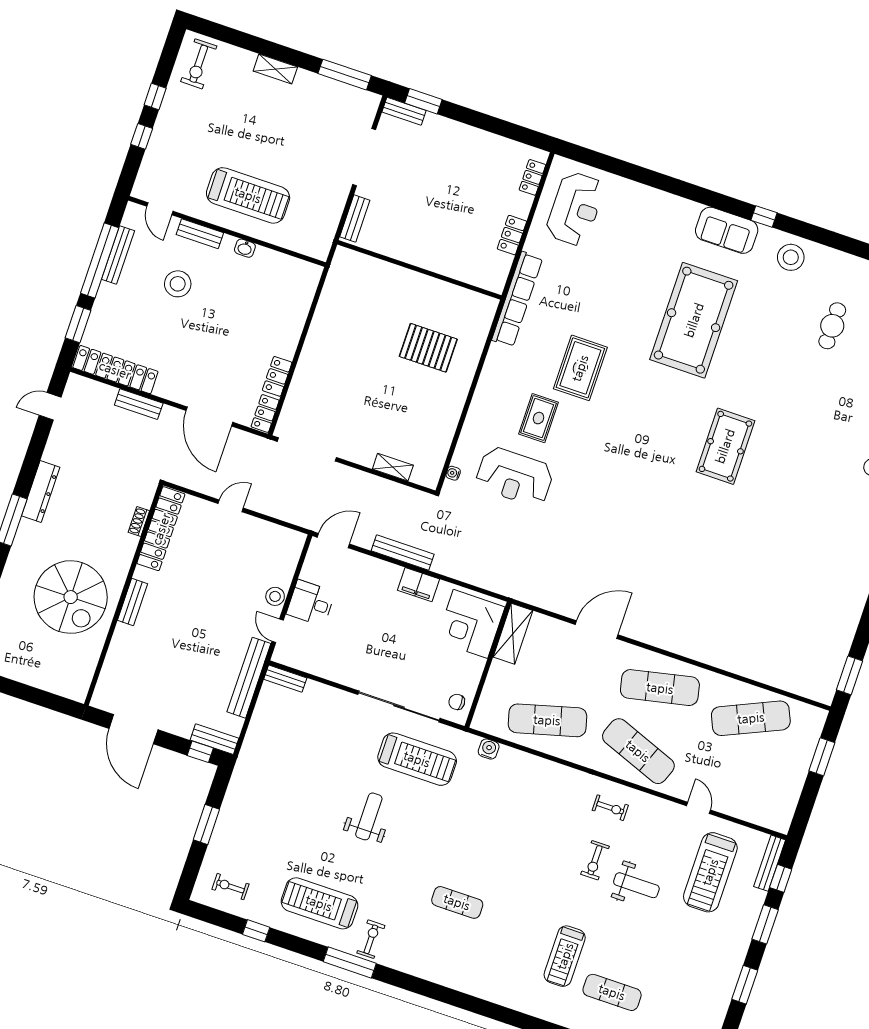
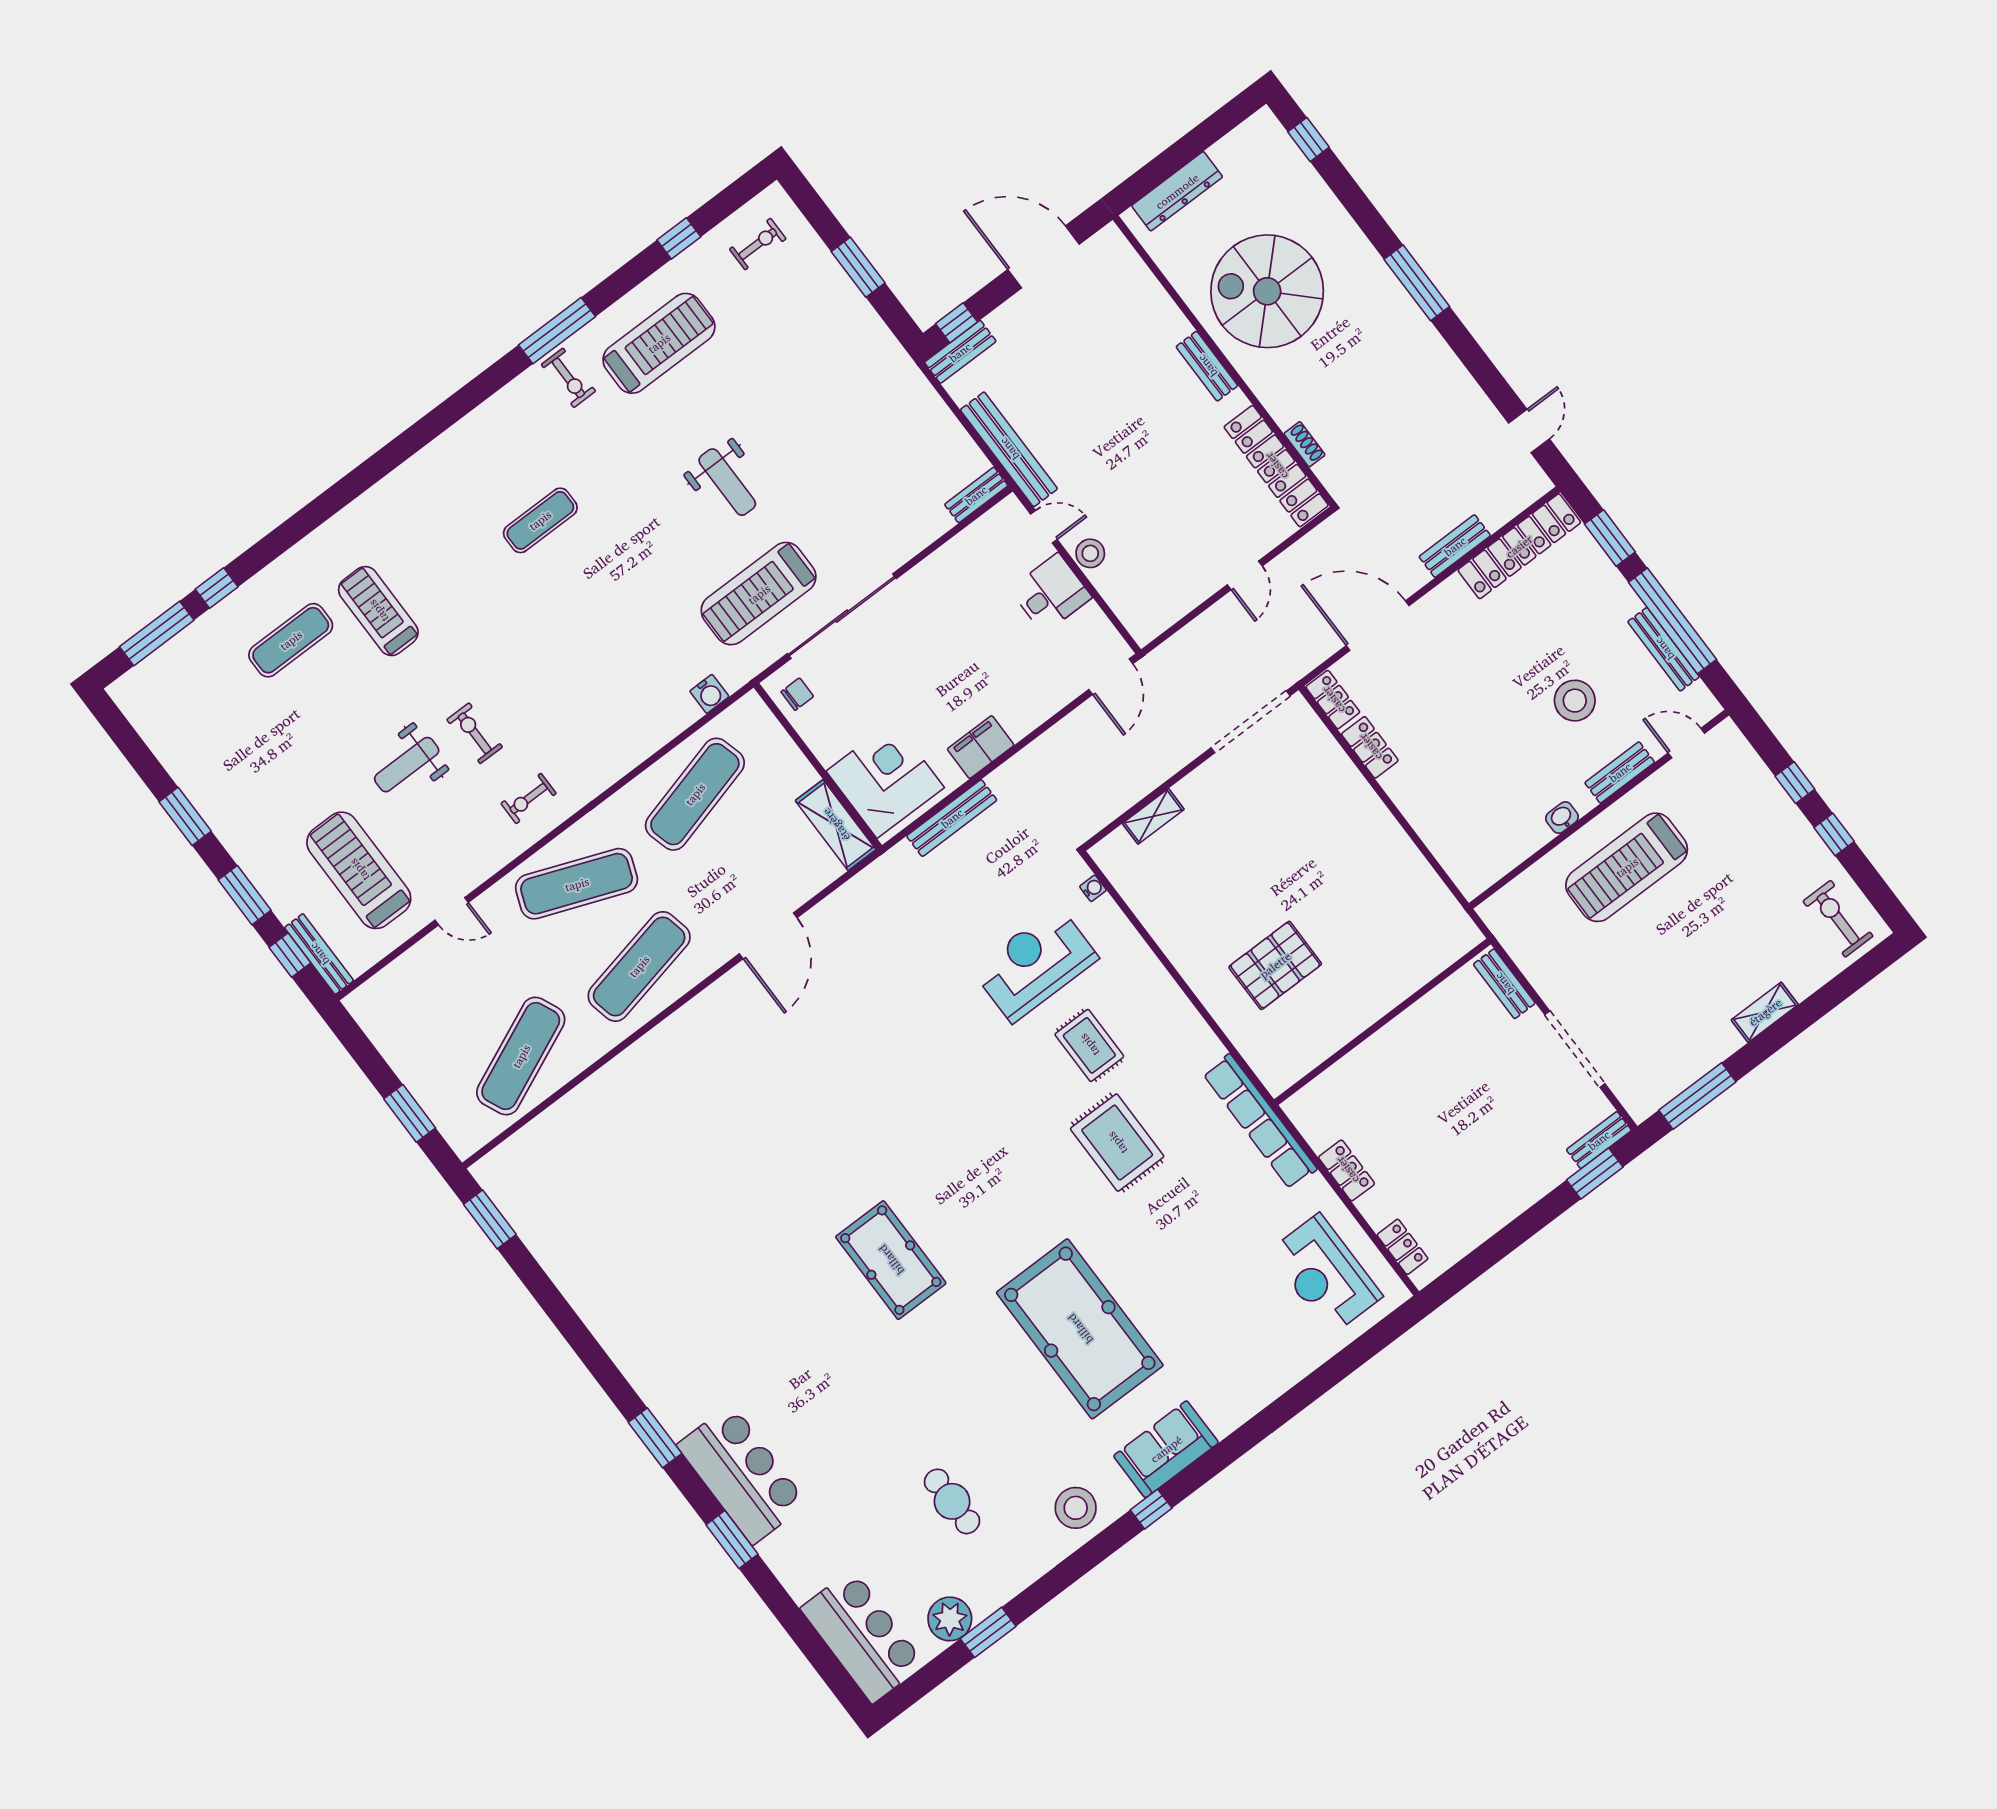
dresser: (41, 491) -> (1177, 191), moved, turned -90
bench: (403, 553) -> (952, 818), moved

